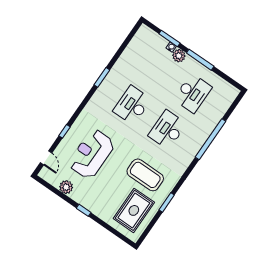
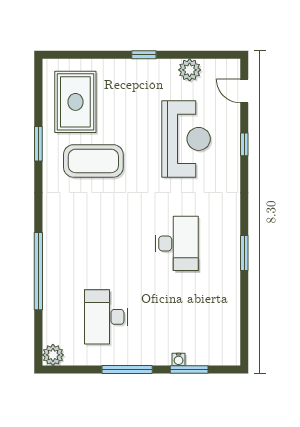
plant: (179, 56) -> (53, 355), moved
desk: (167, 130) -> (106, 243), removed

